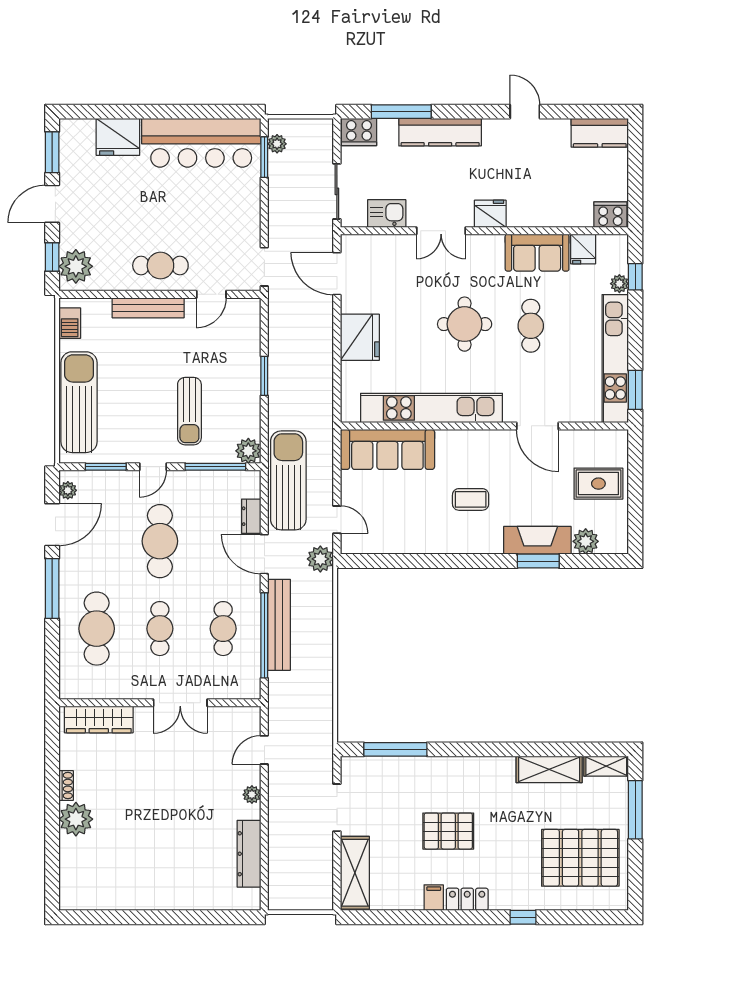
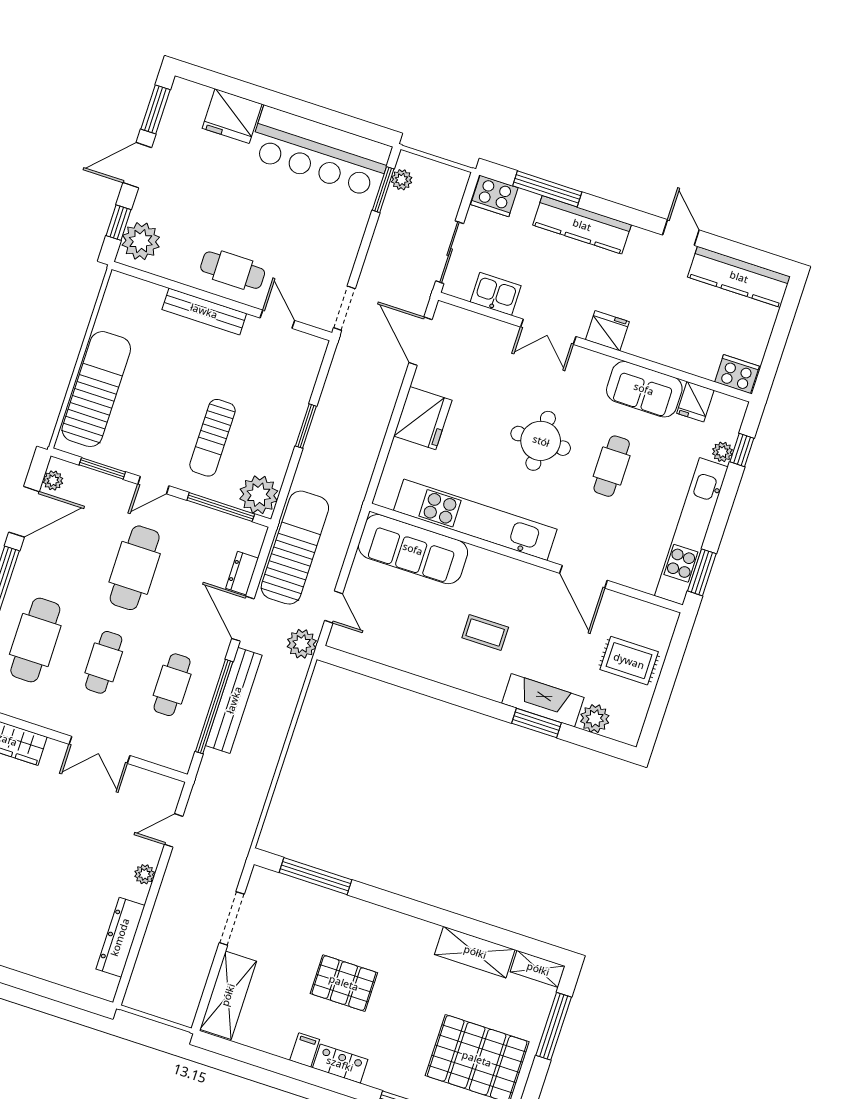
kitchen counter: (600, 133) -> (739, 277), width x1.50
door: (211, 294) -> (277, 319), swing flipped
barbecue: (70, 323) -> (114, 300), removed
plant: (248, 451) -> (259, 495), width x1.36, depth x1.36

